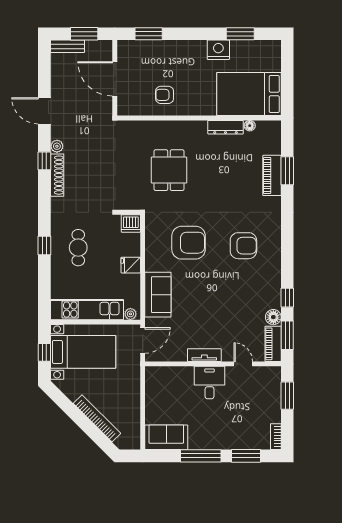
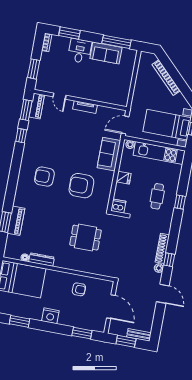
nightstand: (218, 50) -> (50, 316), moved
dining table: (169, 170) -> (86, 238), turned 90
floor lamp: (273, 317) -> (33, 124), removed
desk: (209, 383) -> (80, 51), moved, turned 180
sofa: (166, 437) -> (106, 53), moved
window: (201, 456) -> (117, 42), moved

